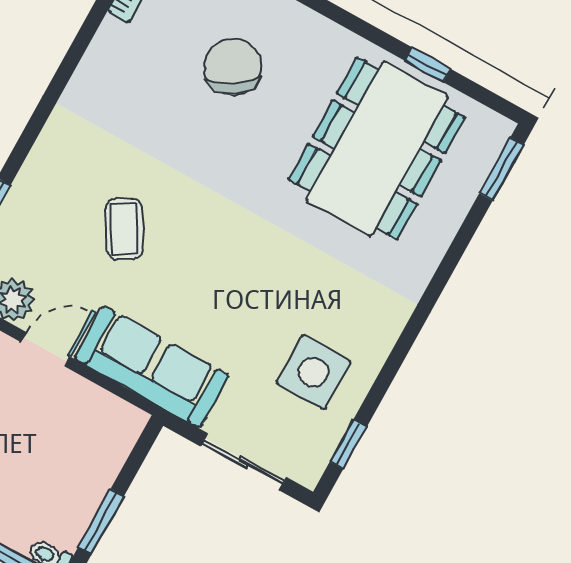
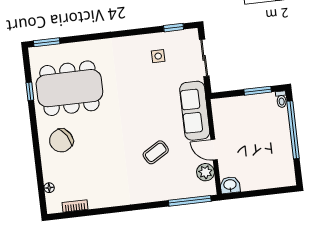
chair: (233, 66) -> (61, 141), moved
side table: (313, 372) -> (158, 56), width x0.54, depth x0.54

